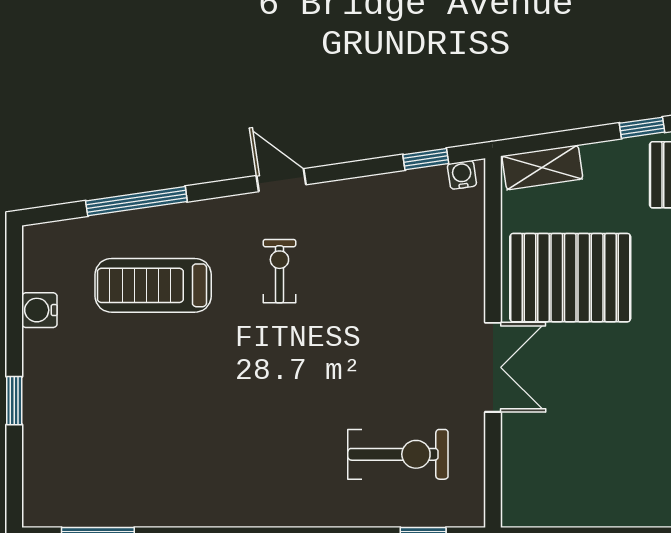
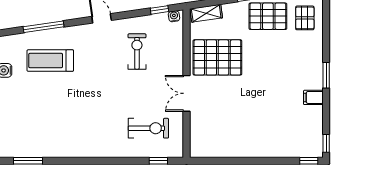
exercise bike: (279, 271) -> (137, 51), moved, width x1.38, depth x1.39
double door: (493, 367) -> (186, 93), swing flipped

